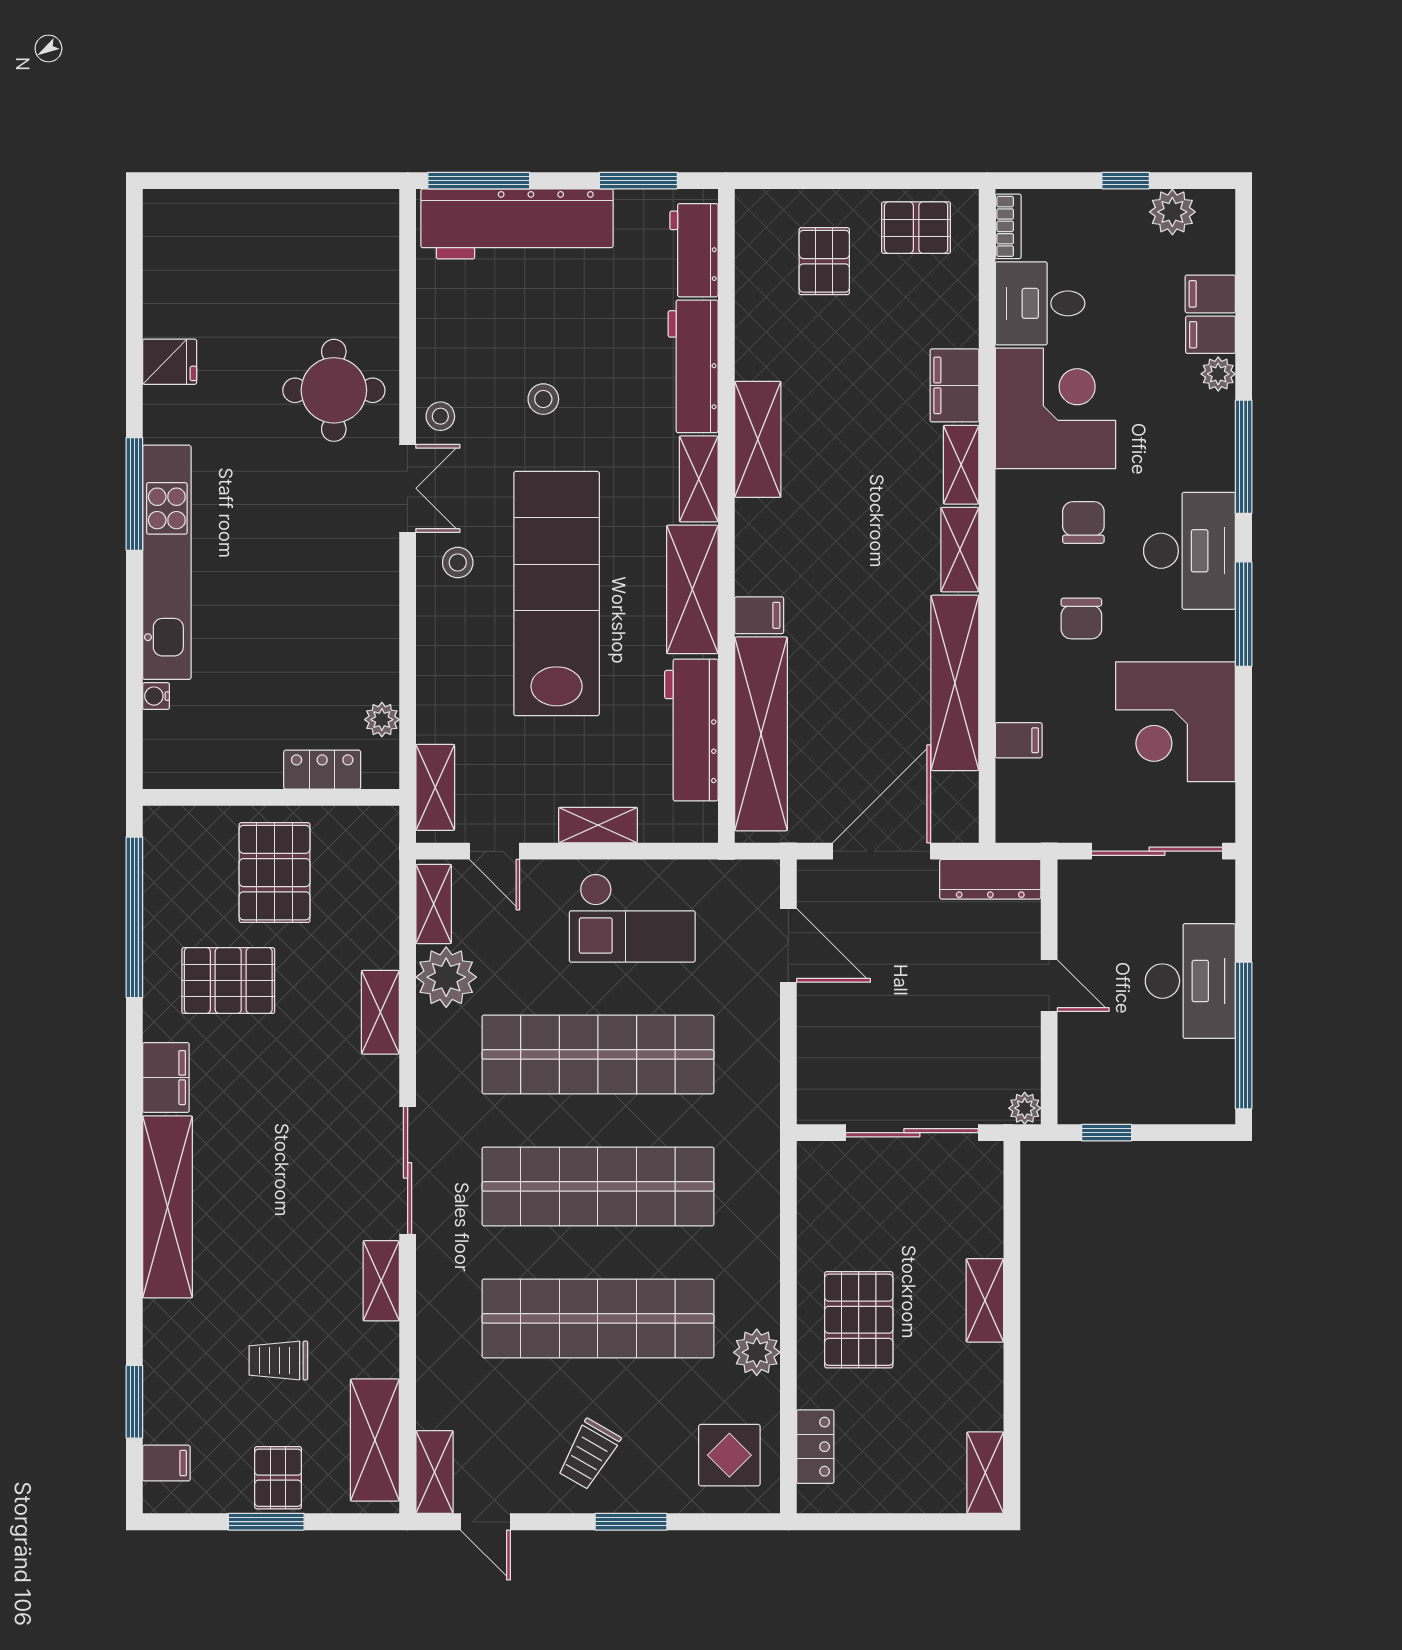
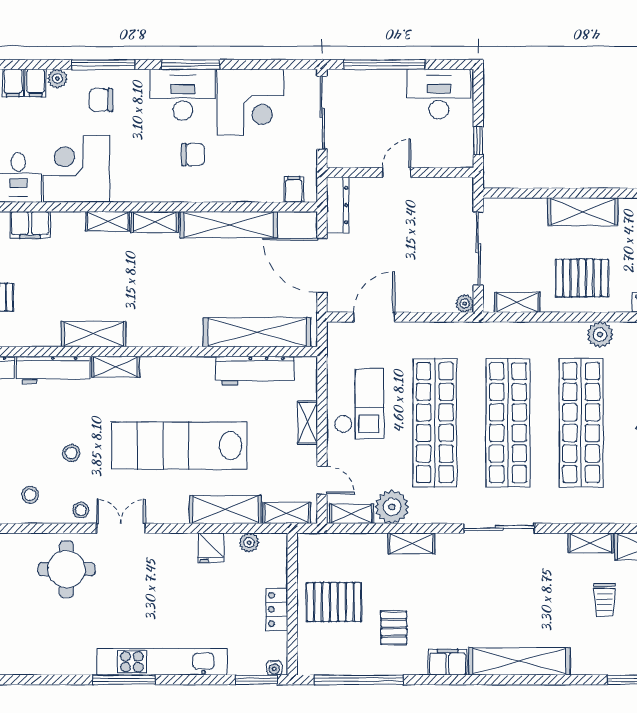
fridge: (170, 362) -> (211, 548), moved, turned 180
filing cabinet: (954, 385) -> (30, 225), moved
chair: (1083, 523) -> (101, 100), moved
desk: (1189, 551) -> (183, 95), moved
stool: (458, 562) -> (30, 495), moved
shelving: (692, 589) -> (225, 509), moved
filing cabinet: (759, 615) -> (191, 333), removed
water cooler: (156, 696) -> (274, 668), moved
window: (134, 733) -> (256, 680), added
filing cabinet: (1019, 740) -> (294, 189), moved
locker: (322, 770) -> (277, 609), moved
door: (495, 851) -> (322, 480), hinge flipped
pallet: (228, 981) -> (394, 628), width x0.67, depth x0.71
desk: (1190, 981) -> (439, 94), moved
window: (1244, 1035) -> (385, 65), moved
plant: (1025, 1108) -> (465, 304), moved
shelving: (815, 1203) -> (517, 302), added
shelving: (381, 1281) -> (591, 543), moved
shelving: (985, 1300) -> (583, 212), width x1.50, depth x1.33

